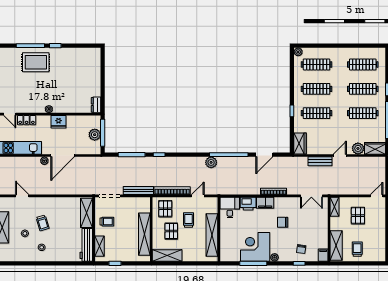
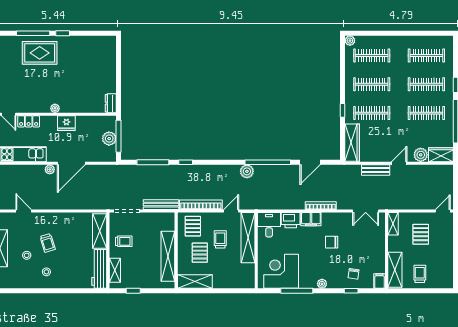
wardrobe: (300, 143) -> (352, 143), width x1.50
shelving: (212, 235) -> (248, 238), moved
corner desk: (255, 247) -> (281, 271), moved

